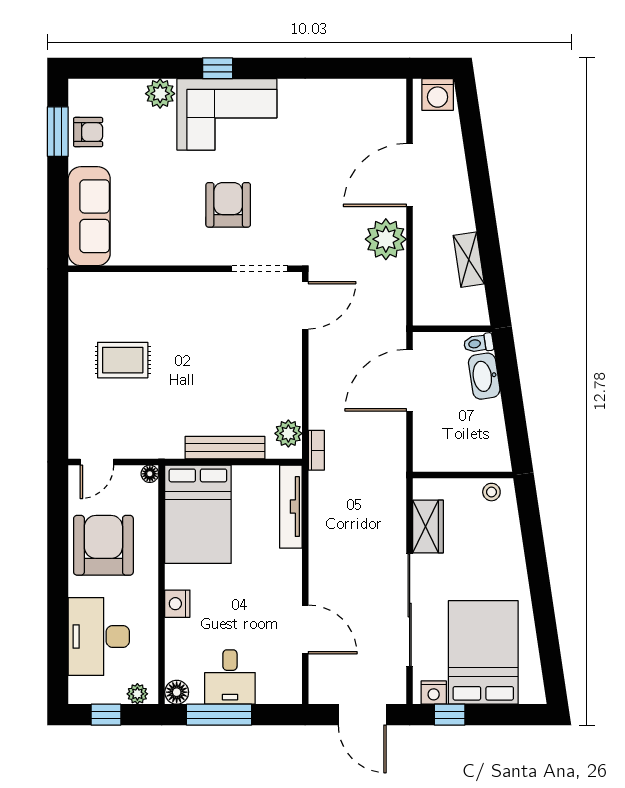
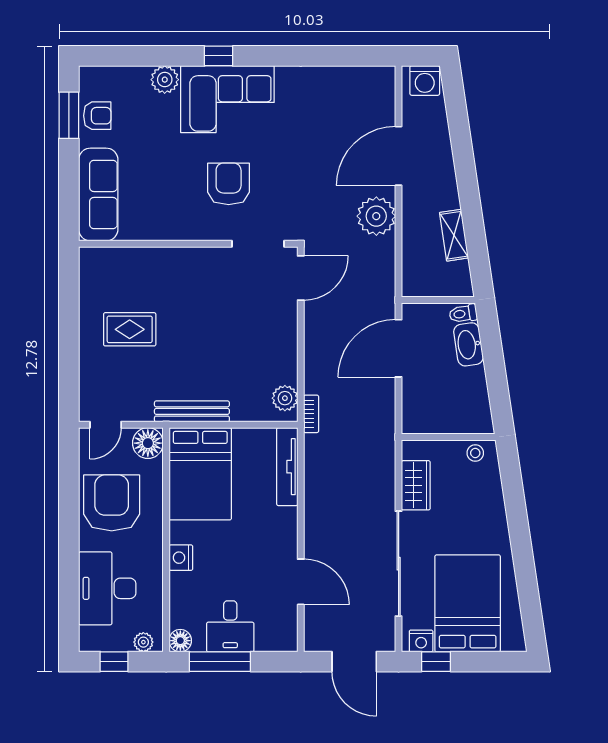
bench: (225, 448) -> (192, 411), moved
floor lamp: (150, 474) -> (148, 443), width x1.89, depth x1.89

